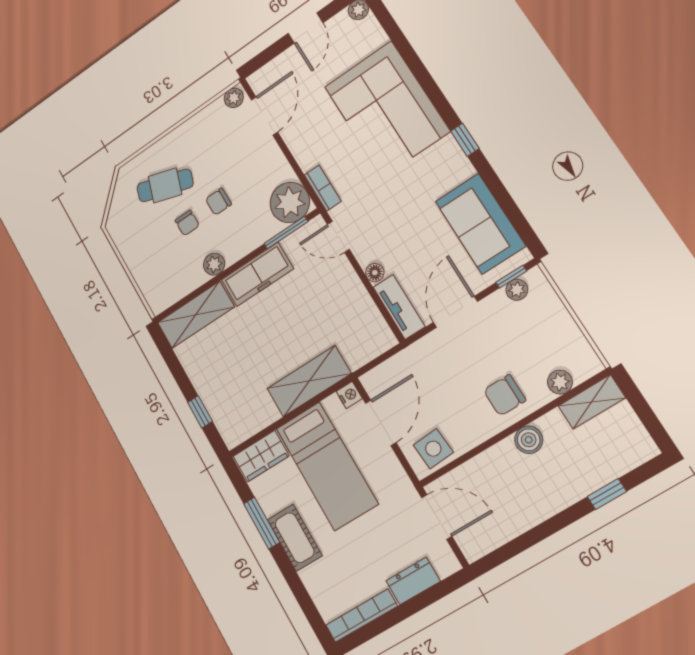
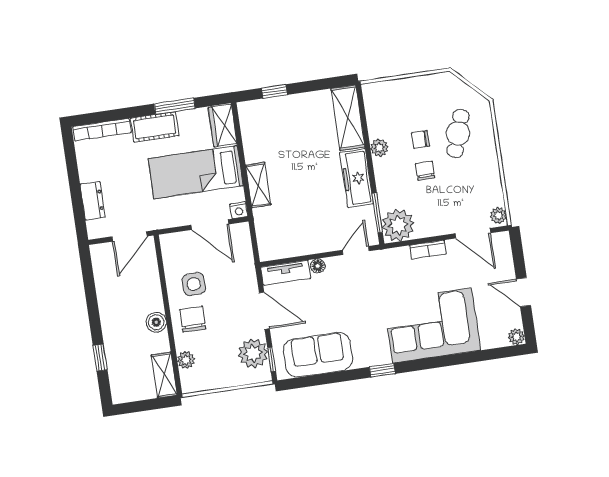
bookcase: (323, 188) -> (428, 250), moved
plant: (517, 290) -> (253, 353), width x1.88, depth x1.88
shelving: (309, 381) -> (258, 185), width x0.67, depth x0.75
side table: (433, 449) -> (194, 284), moved
bookcase: (362, 616) -> (102, 130), moved, turned 90

